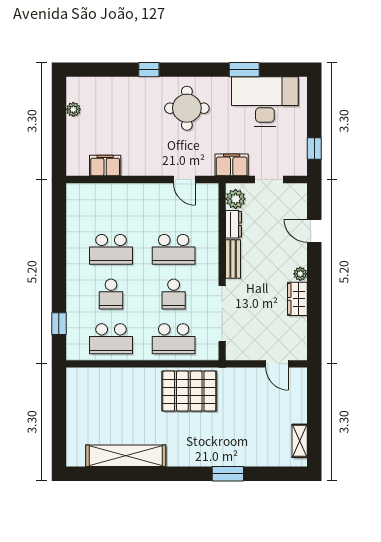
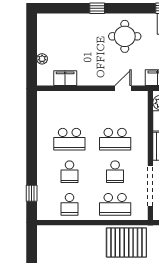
plant: (73, 109) -> (42, 59), moved
door: (184, 180) -> (123, 88), swing flipped
school desk: (111, 339) -> (69, 204), width x0.54

